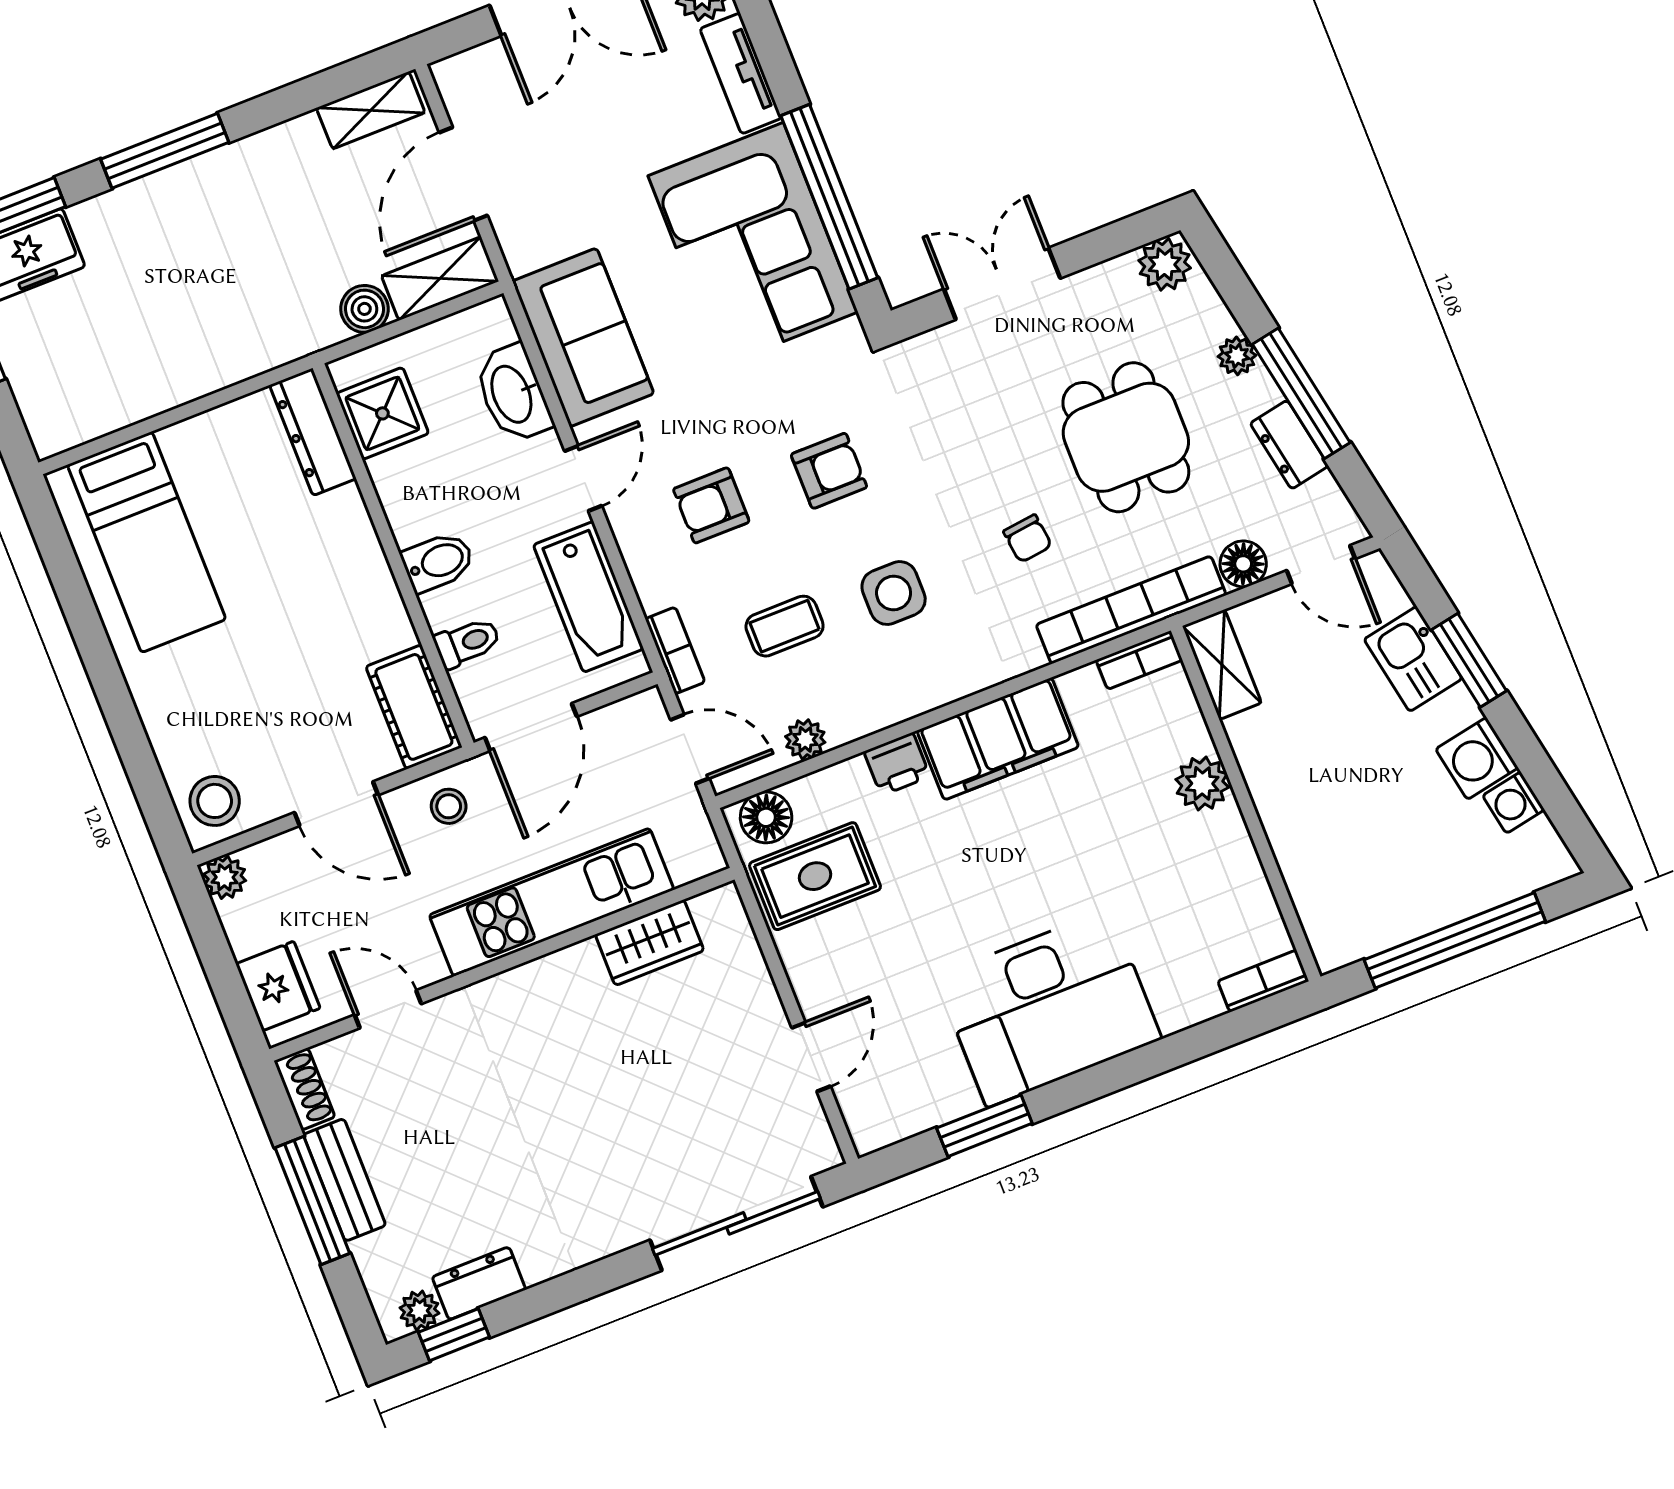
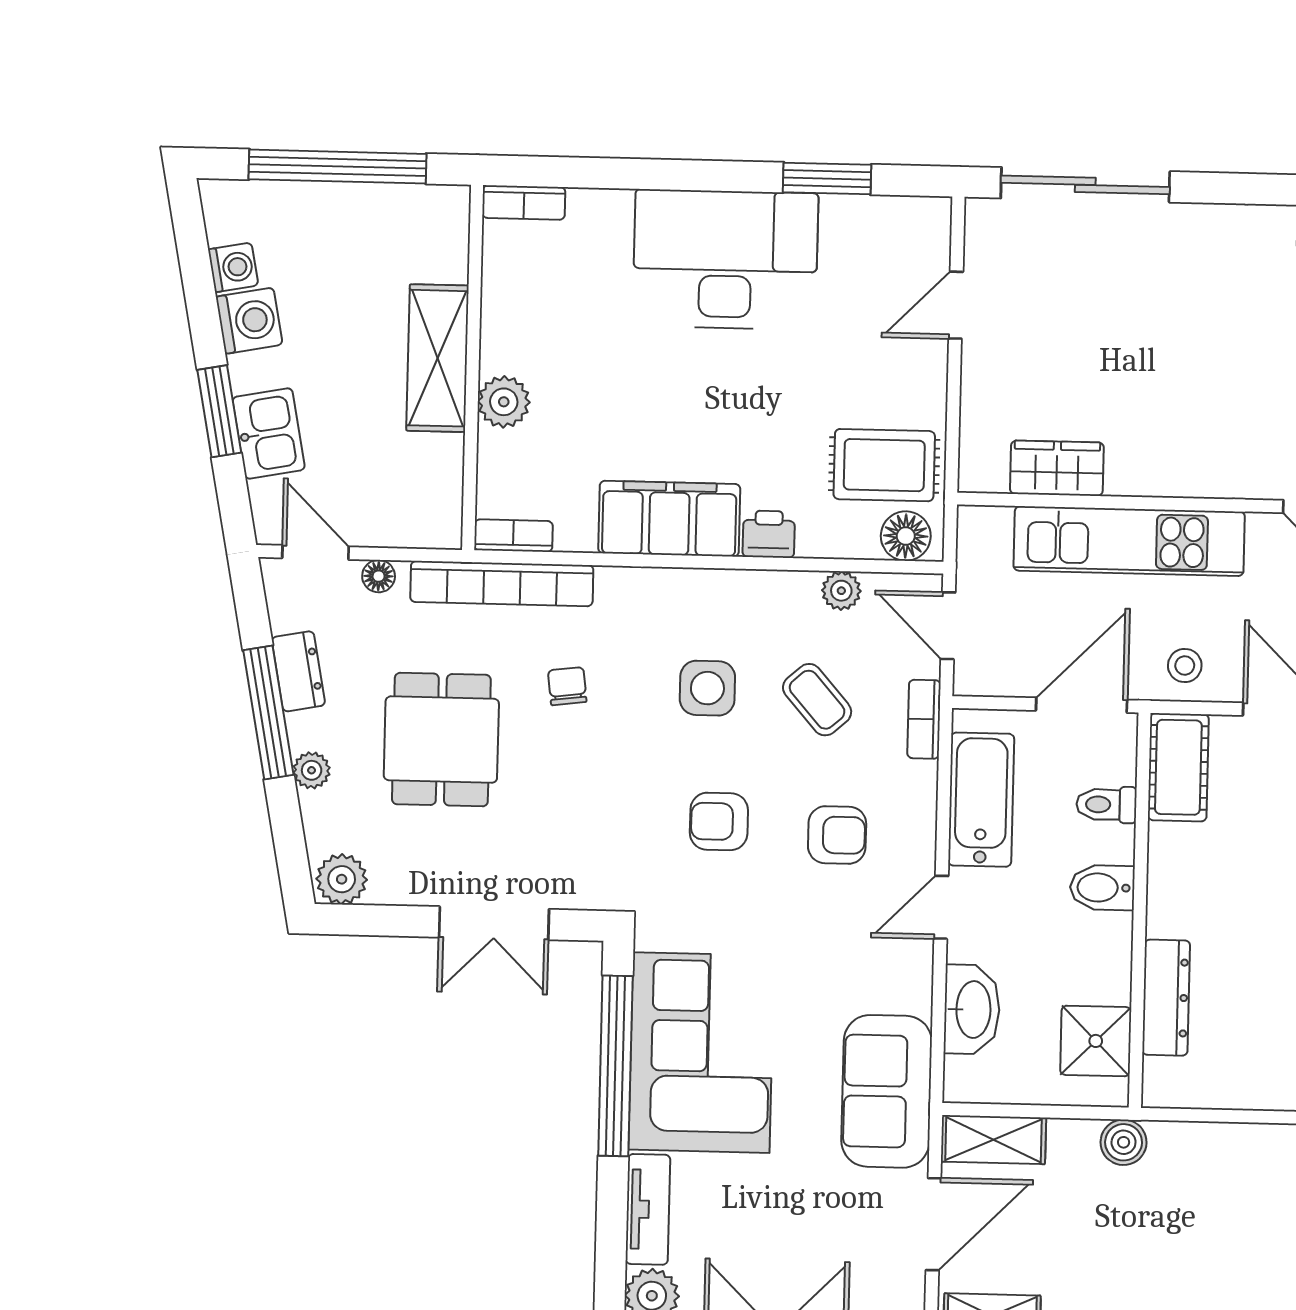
boiler: (364, 309) -> (1124, 1142), moved
sofa: (583, 337) -> (887, 1091), moved
dresser: (313, 432) -> (1166, 998), moved
floor lamp: (1243, 564) -> (379, 576), width x0.73, depth x0.73
coffee table: (785, 626) -> (817, 700), turned 49
shelving: (1222, 665) -> (437, 358), moved, width x1.50, depth x1.33

